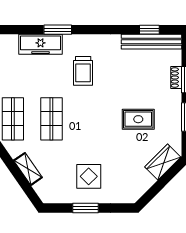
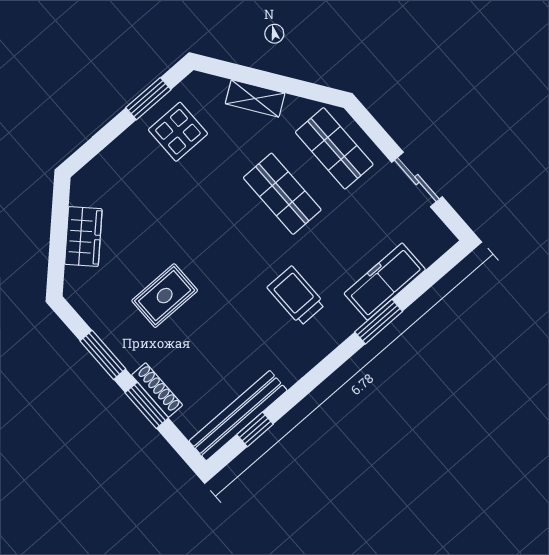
shoe rack: (176, 77) -> (157, 390), width x1.43
wardrobe: (163, 162) -> (83, 237), moved
display table: (89, 176) -> (178, 132), moved
window: (86, 208) -> (148, 99), moved

